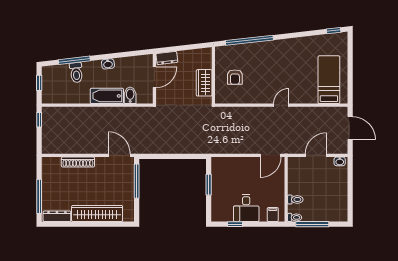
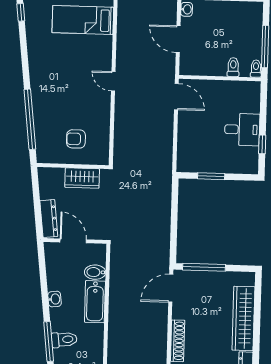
dresser: (167, 58) -> (49, 219), width x1.44
armchair: (235, 77) -> (76, 139), turned 180
filing cabinet: (273, 215) -> (251, 96), removed

